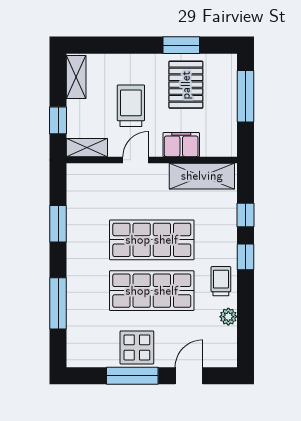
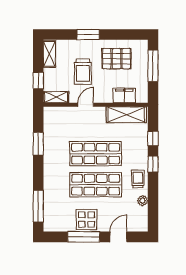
window: (181, 45) -> (88, 34), moved
pallet: (186, 85) -> (116, 59), turned 90
trolley: (131, 106) -> (83, 72), turned 180
filing cabinet: (181, 145) -> (124, 95), moved
window: (58, 303) -> (38, 206), moved

